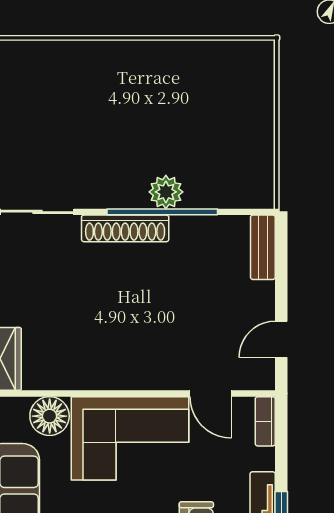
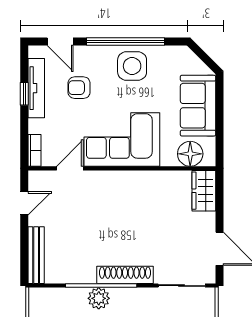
bench: (263, 247) -> (36, 255), width x1.36
door: (211, 394) -> (70, 168), hinge flipped
floor lamp: (50, 416) -> (190, 154), moved

